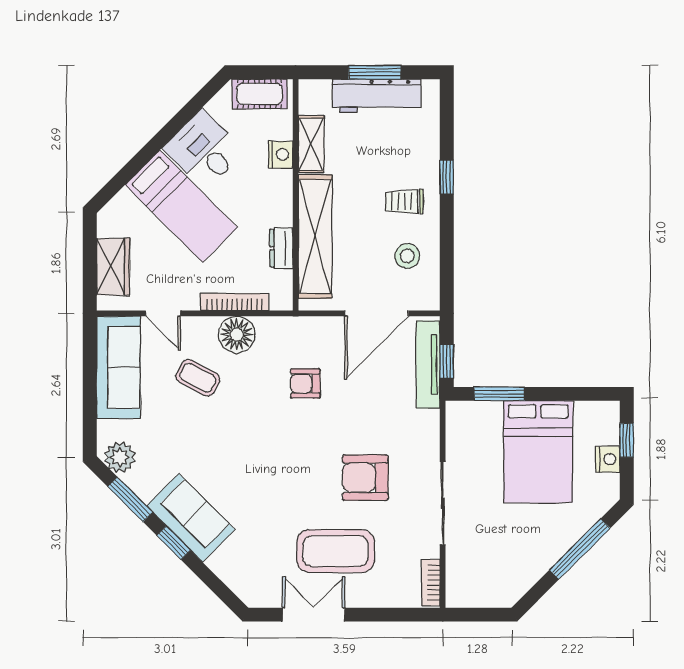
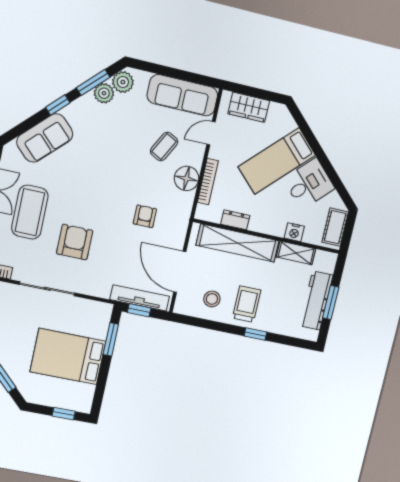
trolley: (404, 201) -> (247, 304), width x1.36, depth x1.39
nightstand: (608, 459) -> (54, 400), removed
plant: (142, 481) -> (104, 93), added
sofa: (191, 518) -> (45, 138), moved

